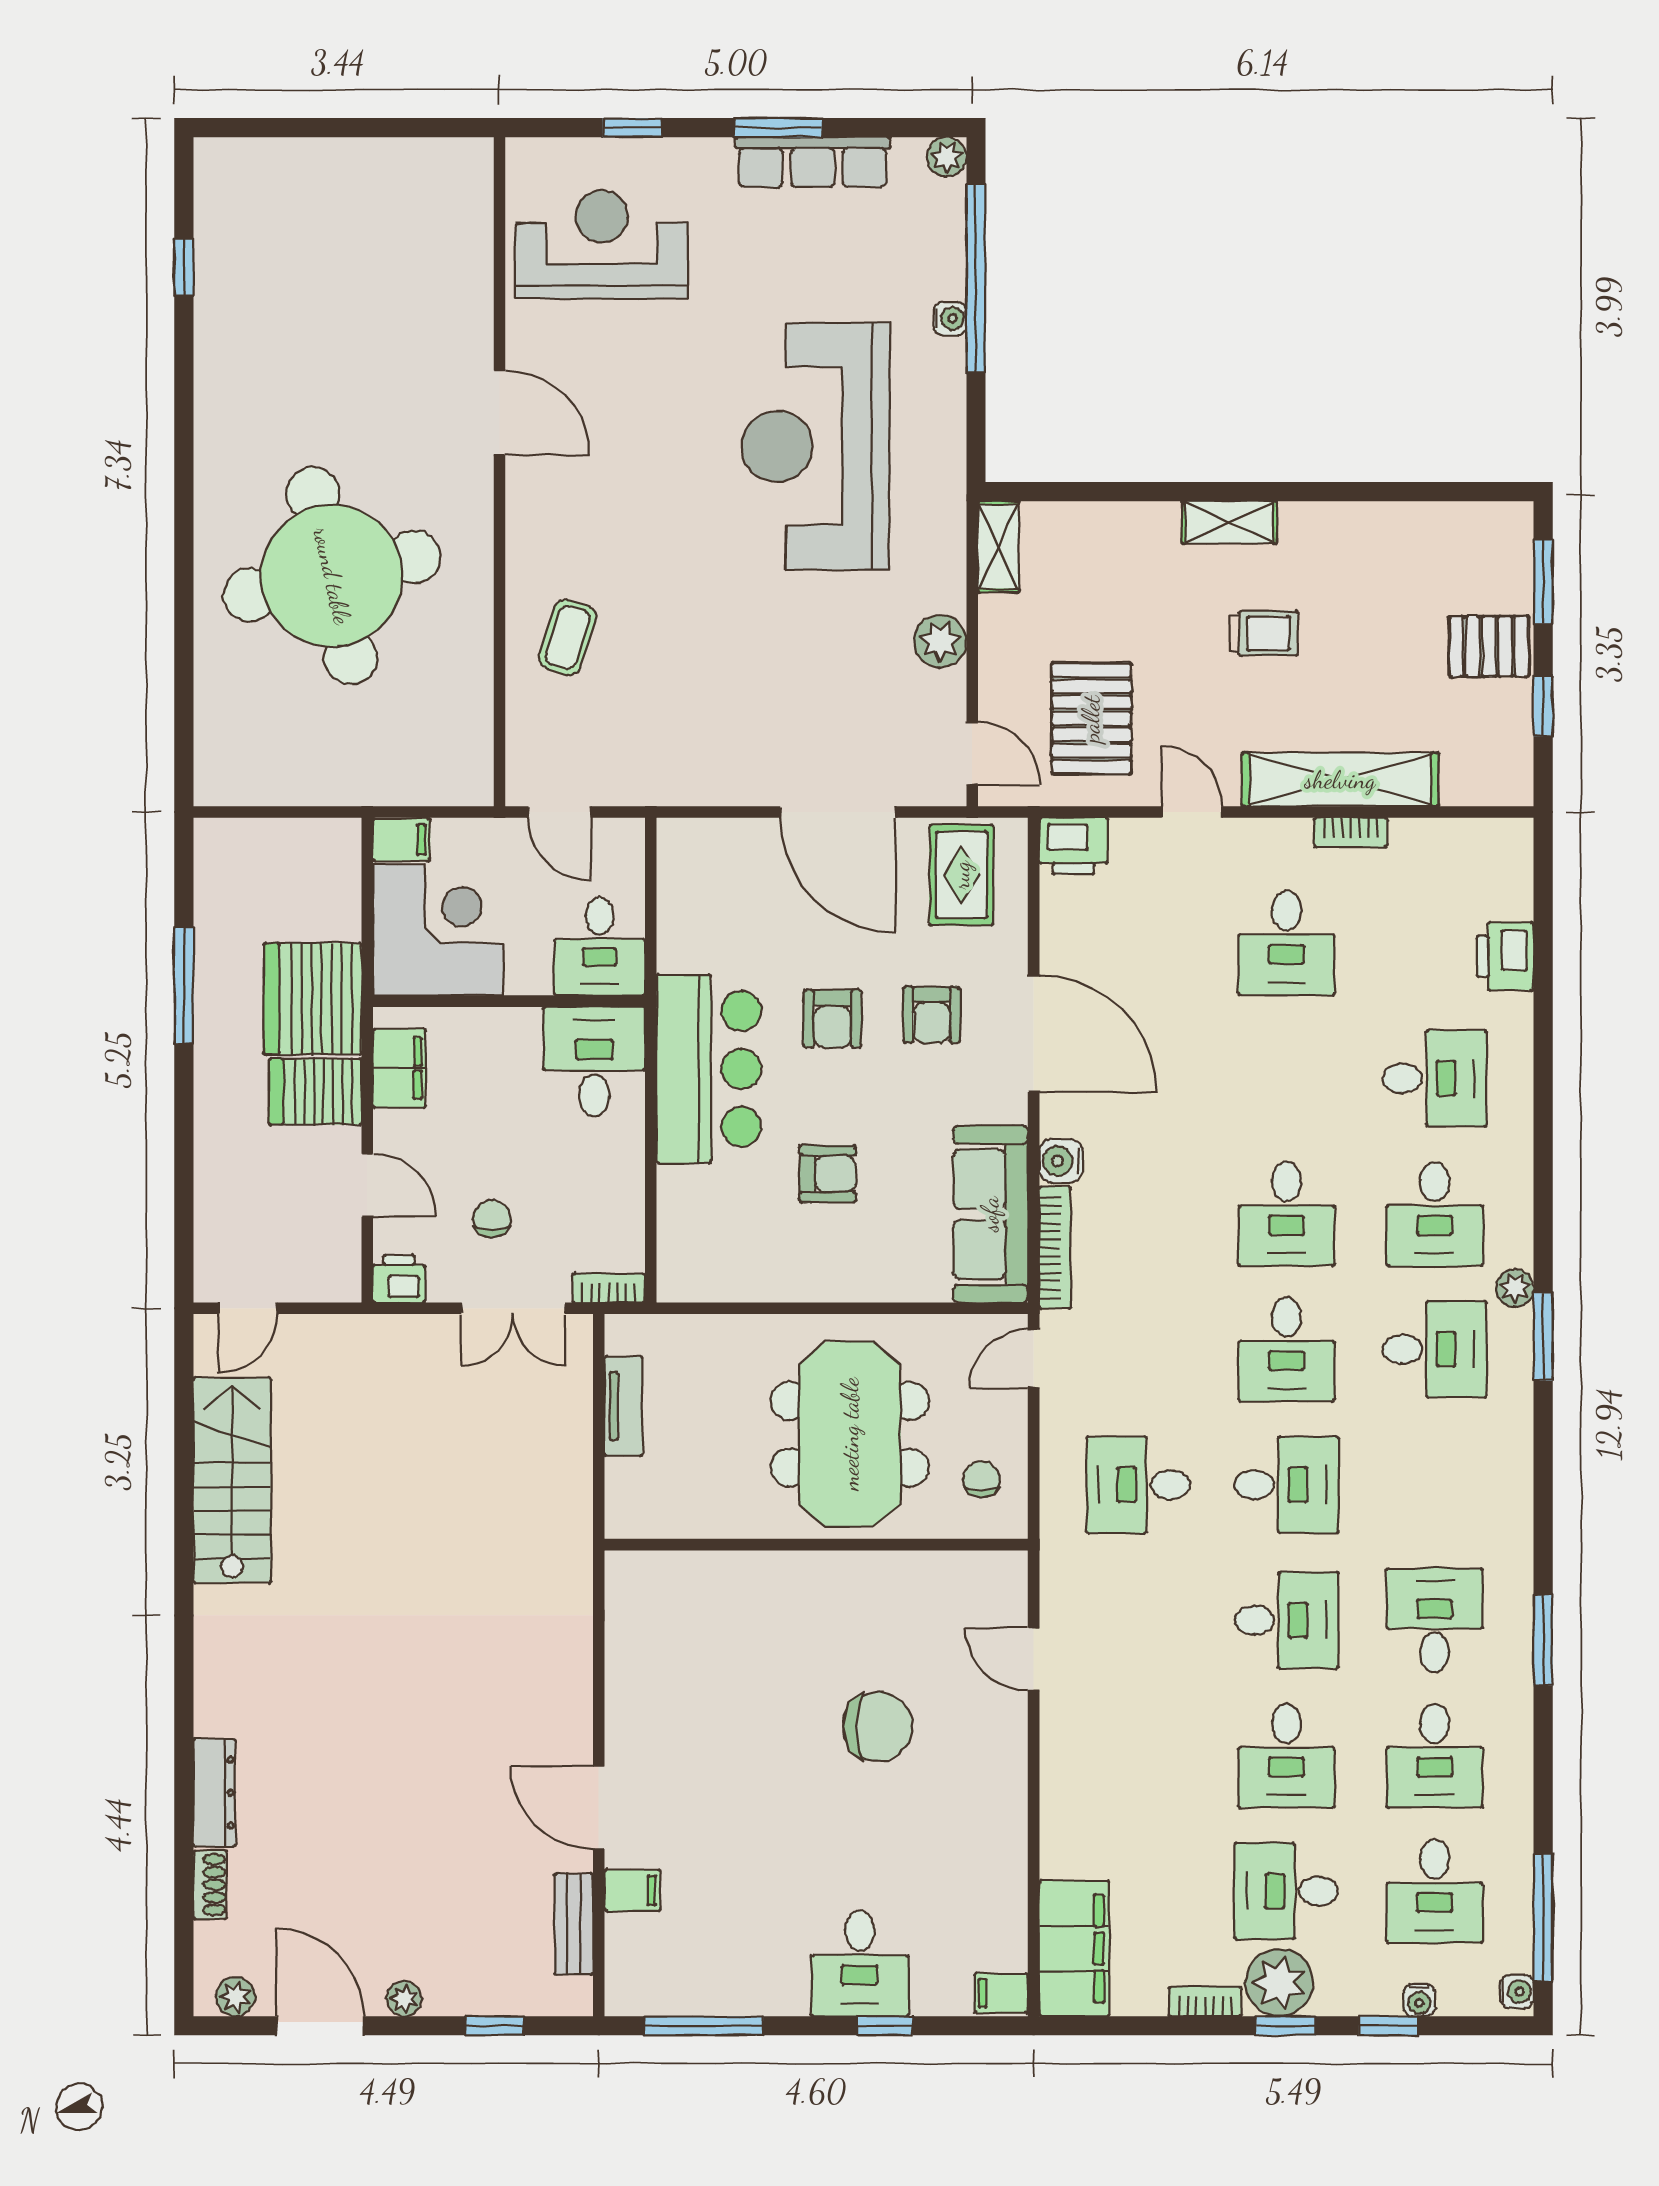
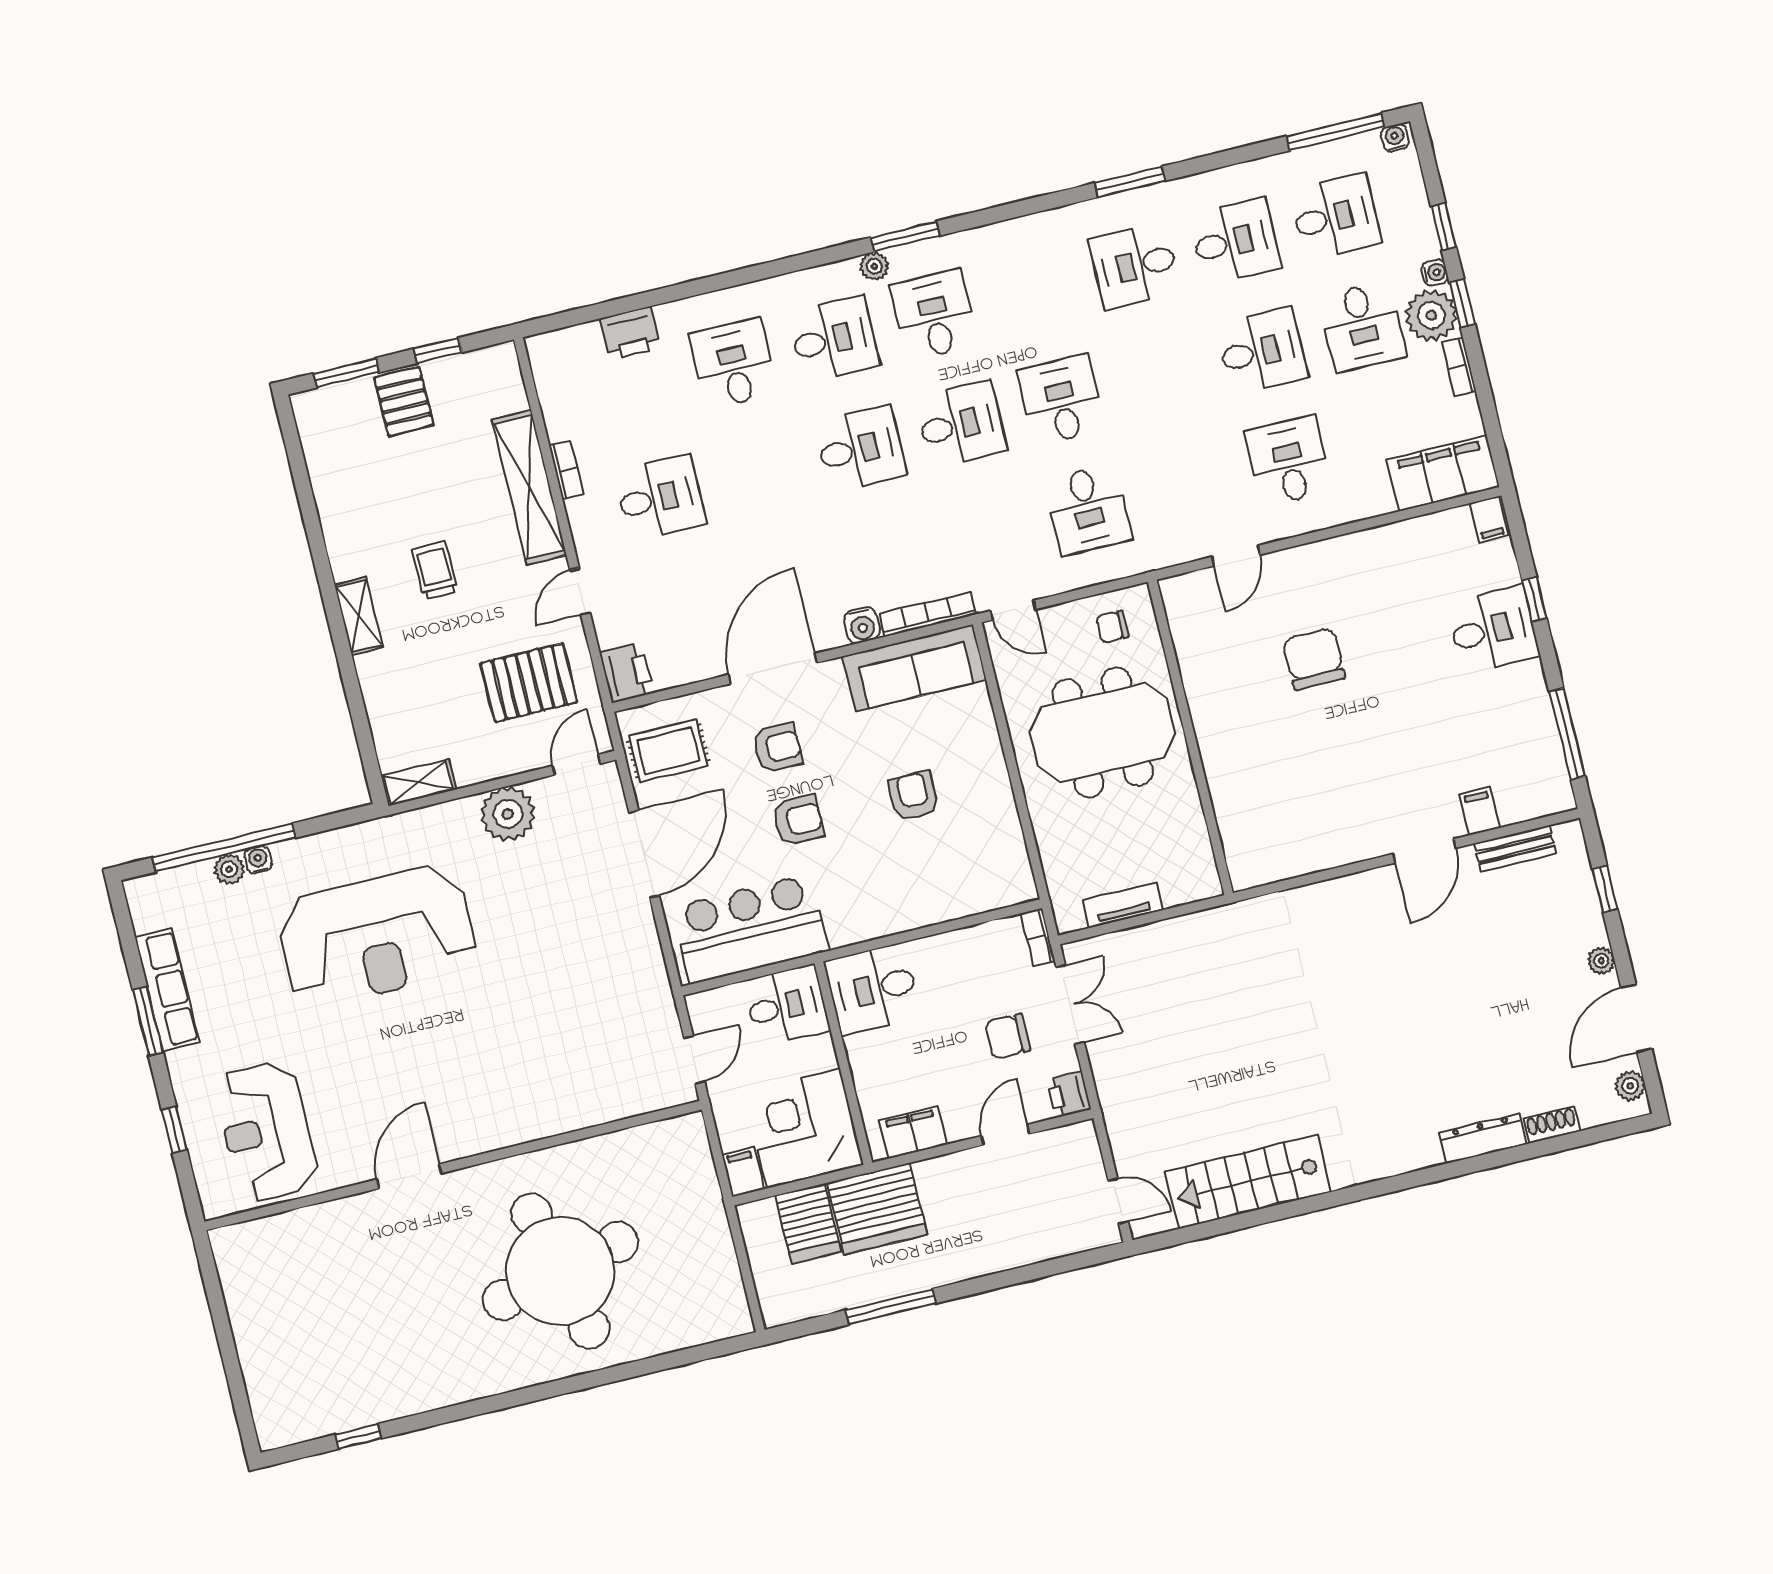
plant: (947, 157) -> (229, 869), moved
coffee table: (568, 637) -> (563, 1085), removed
plant: (940, 641) -> (508, 814), width x1.36, depth x1.36
bar counter: (709, 1069) -> (751, 929), moved
server rack: (315, 1092) -> (808, 1224), moved
chair: (492, 1219) -> (1008, 1036), width x1.37, depth x1.37
desk: (1286, 1620) -> (1289, 461), moved
water cooler: (1419, 2000) -> (1435, 273), moved

